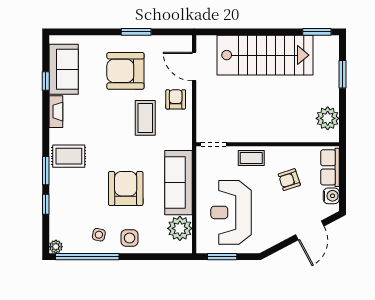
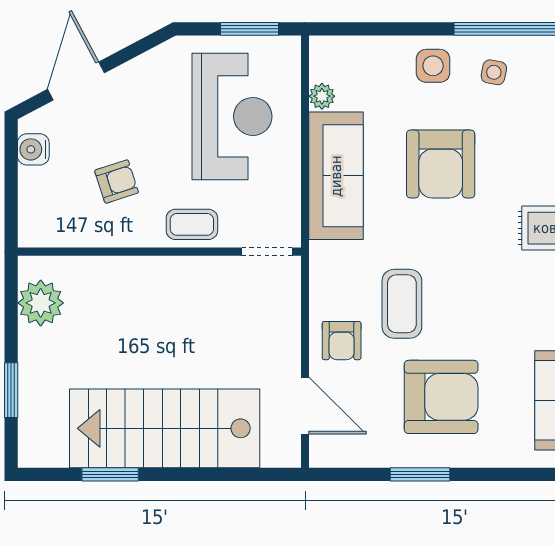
window: (317, 32) -> (110, 474), moved
row of seats: (330, 167) -> (36, 206), removed
plant: (180, 228) -> (322, 96), width x0.53, depth x0.53

